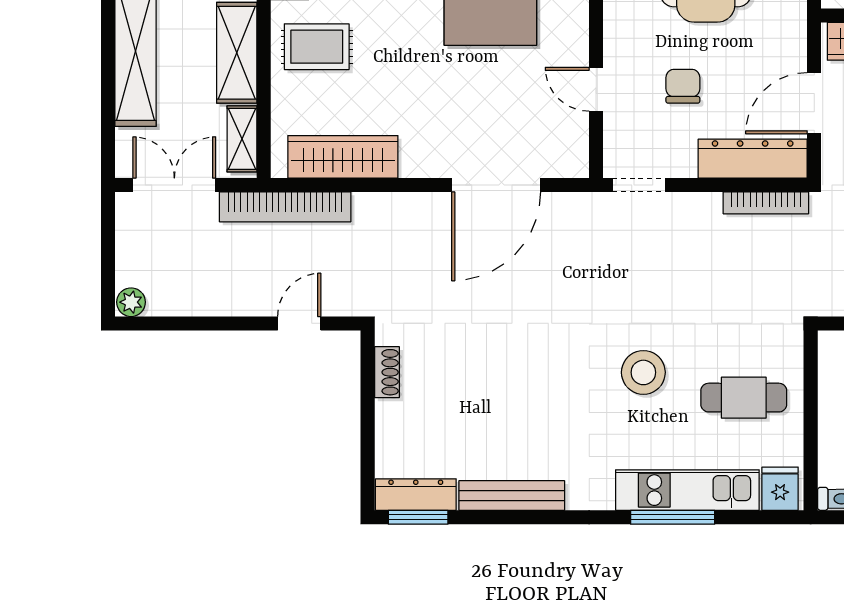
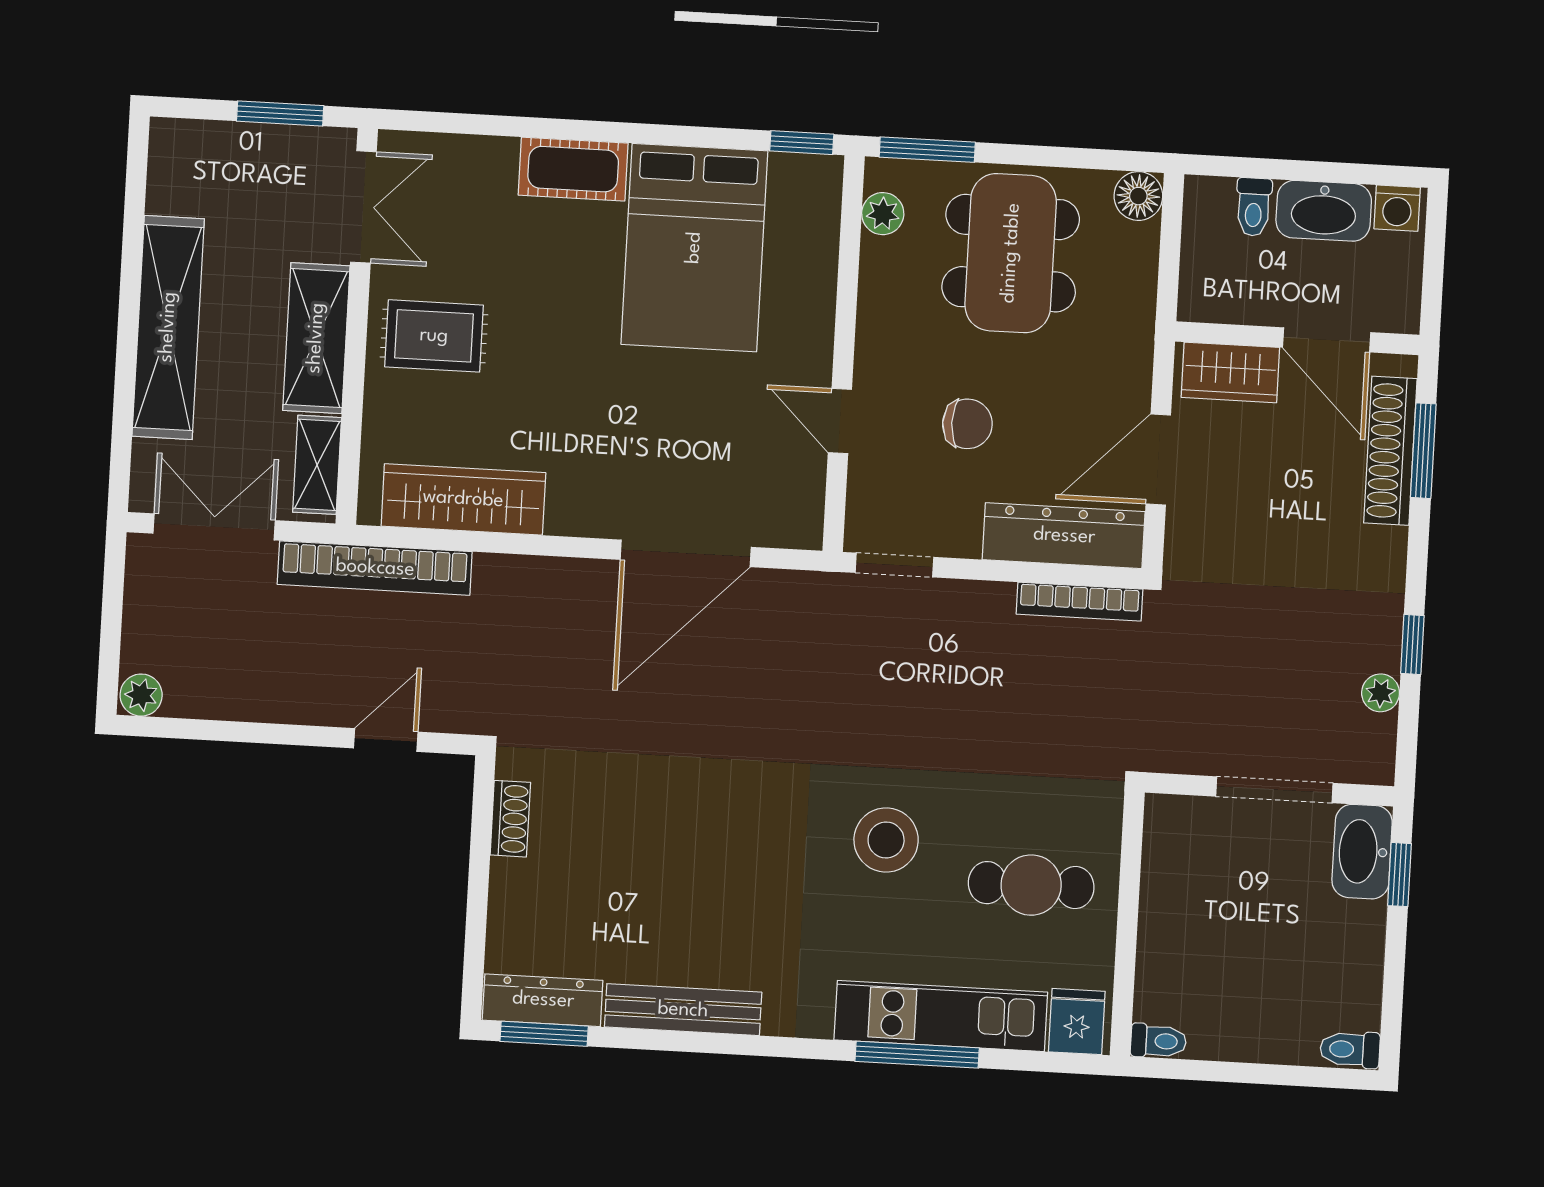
chair: (683, 86) -> (967, 424), turned 90

